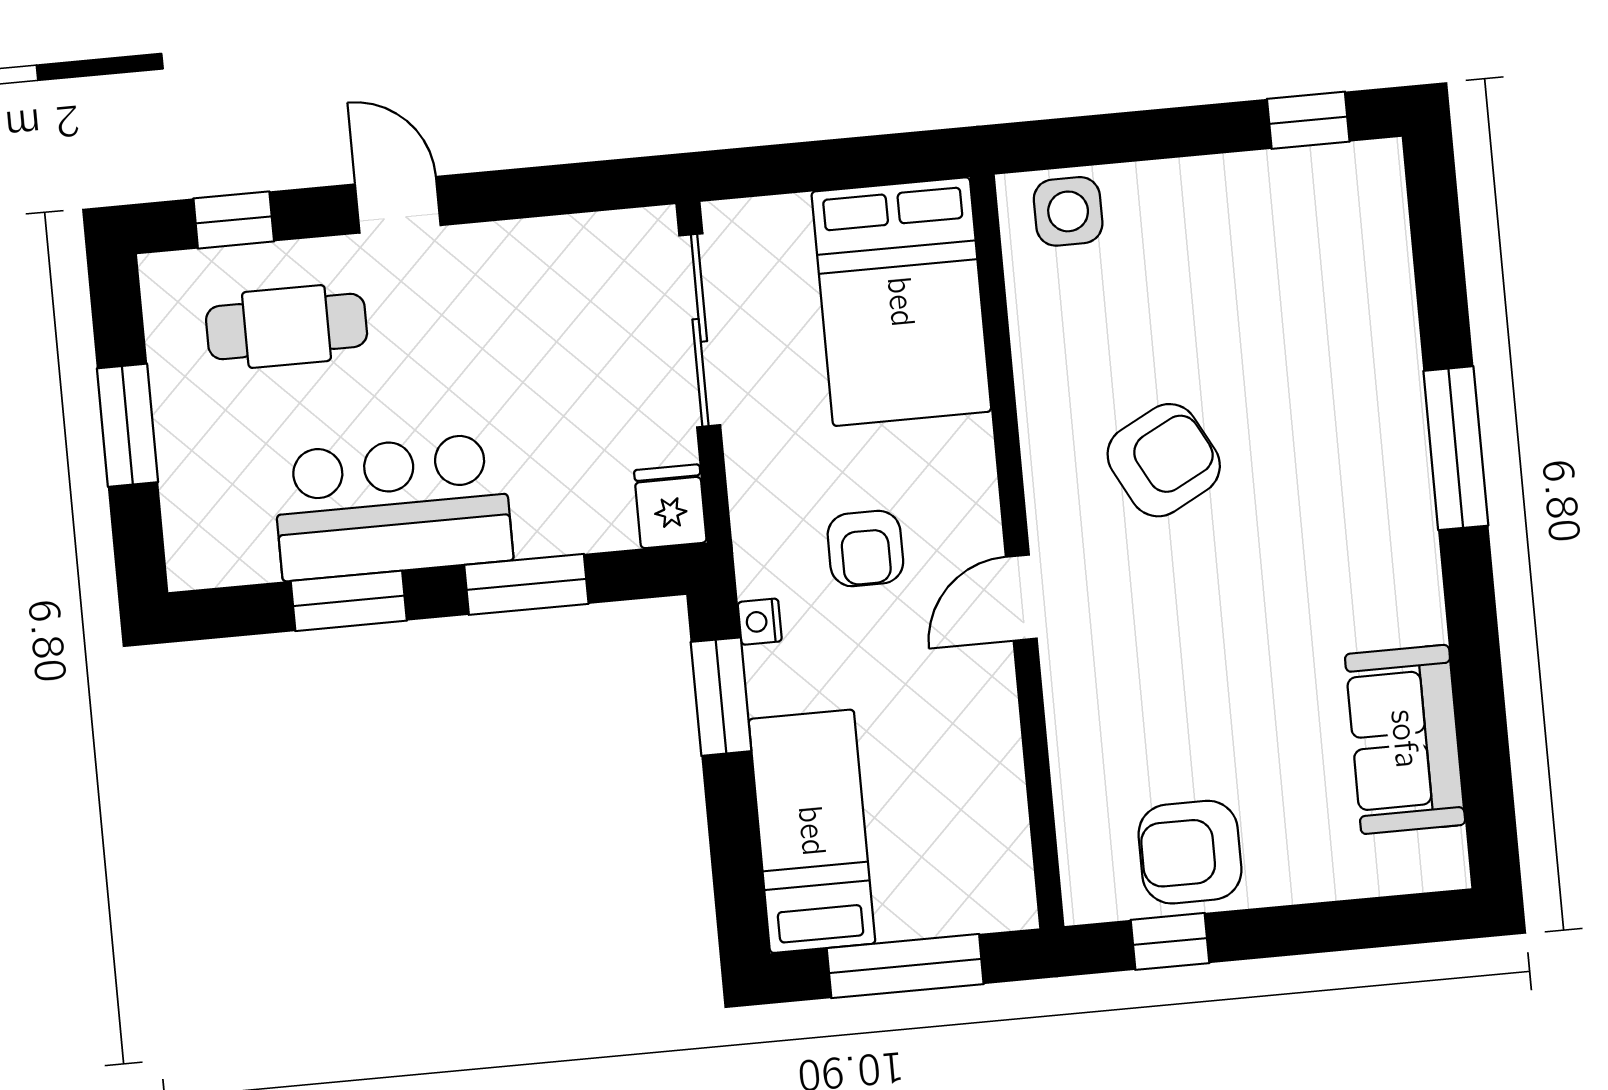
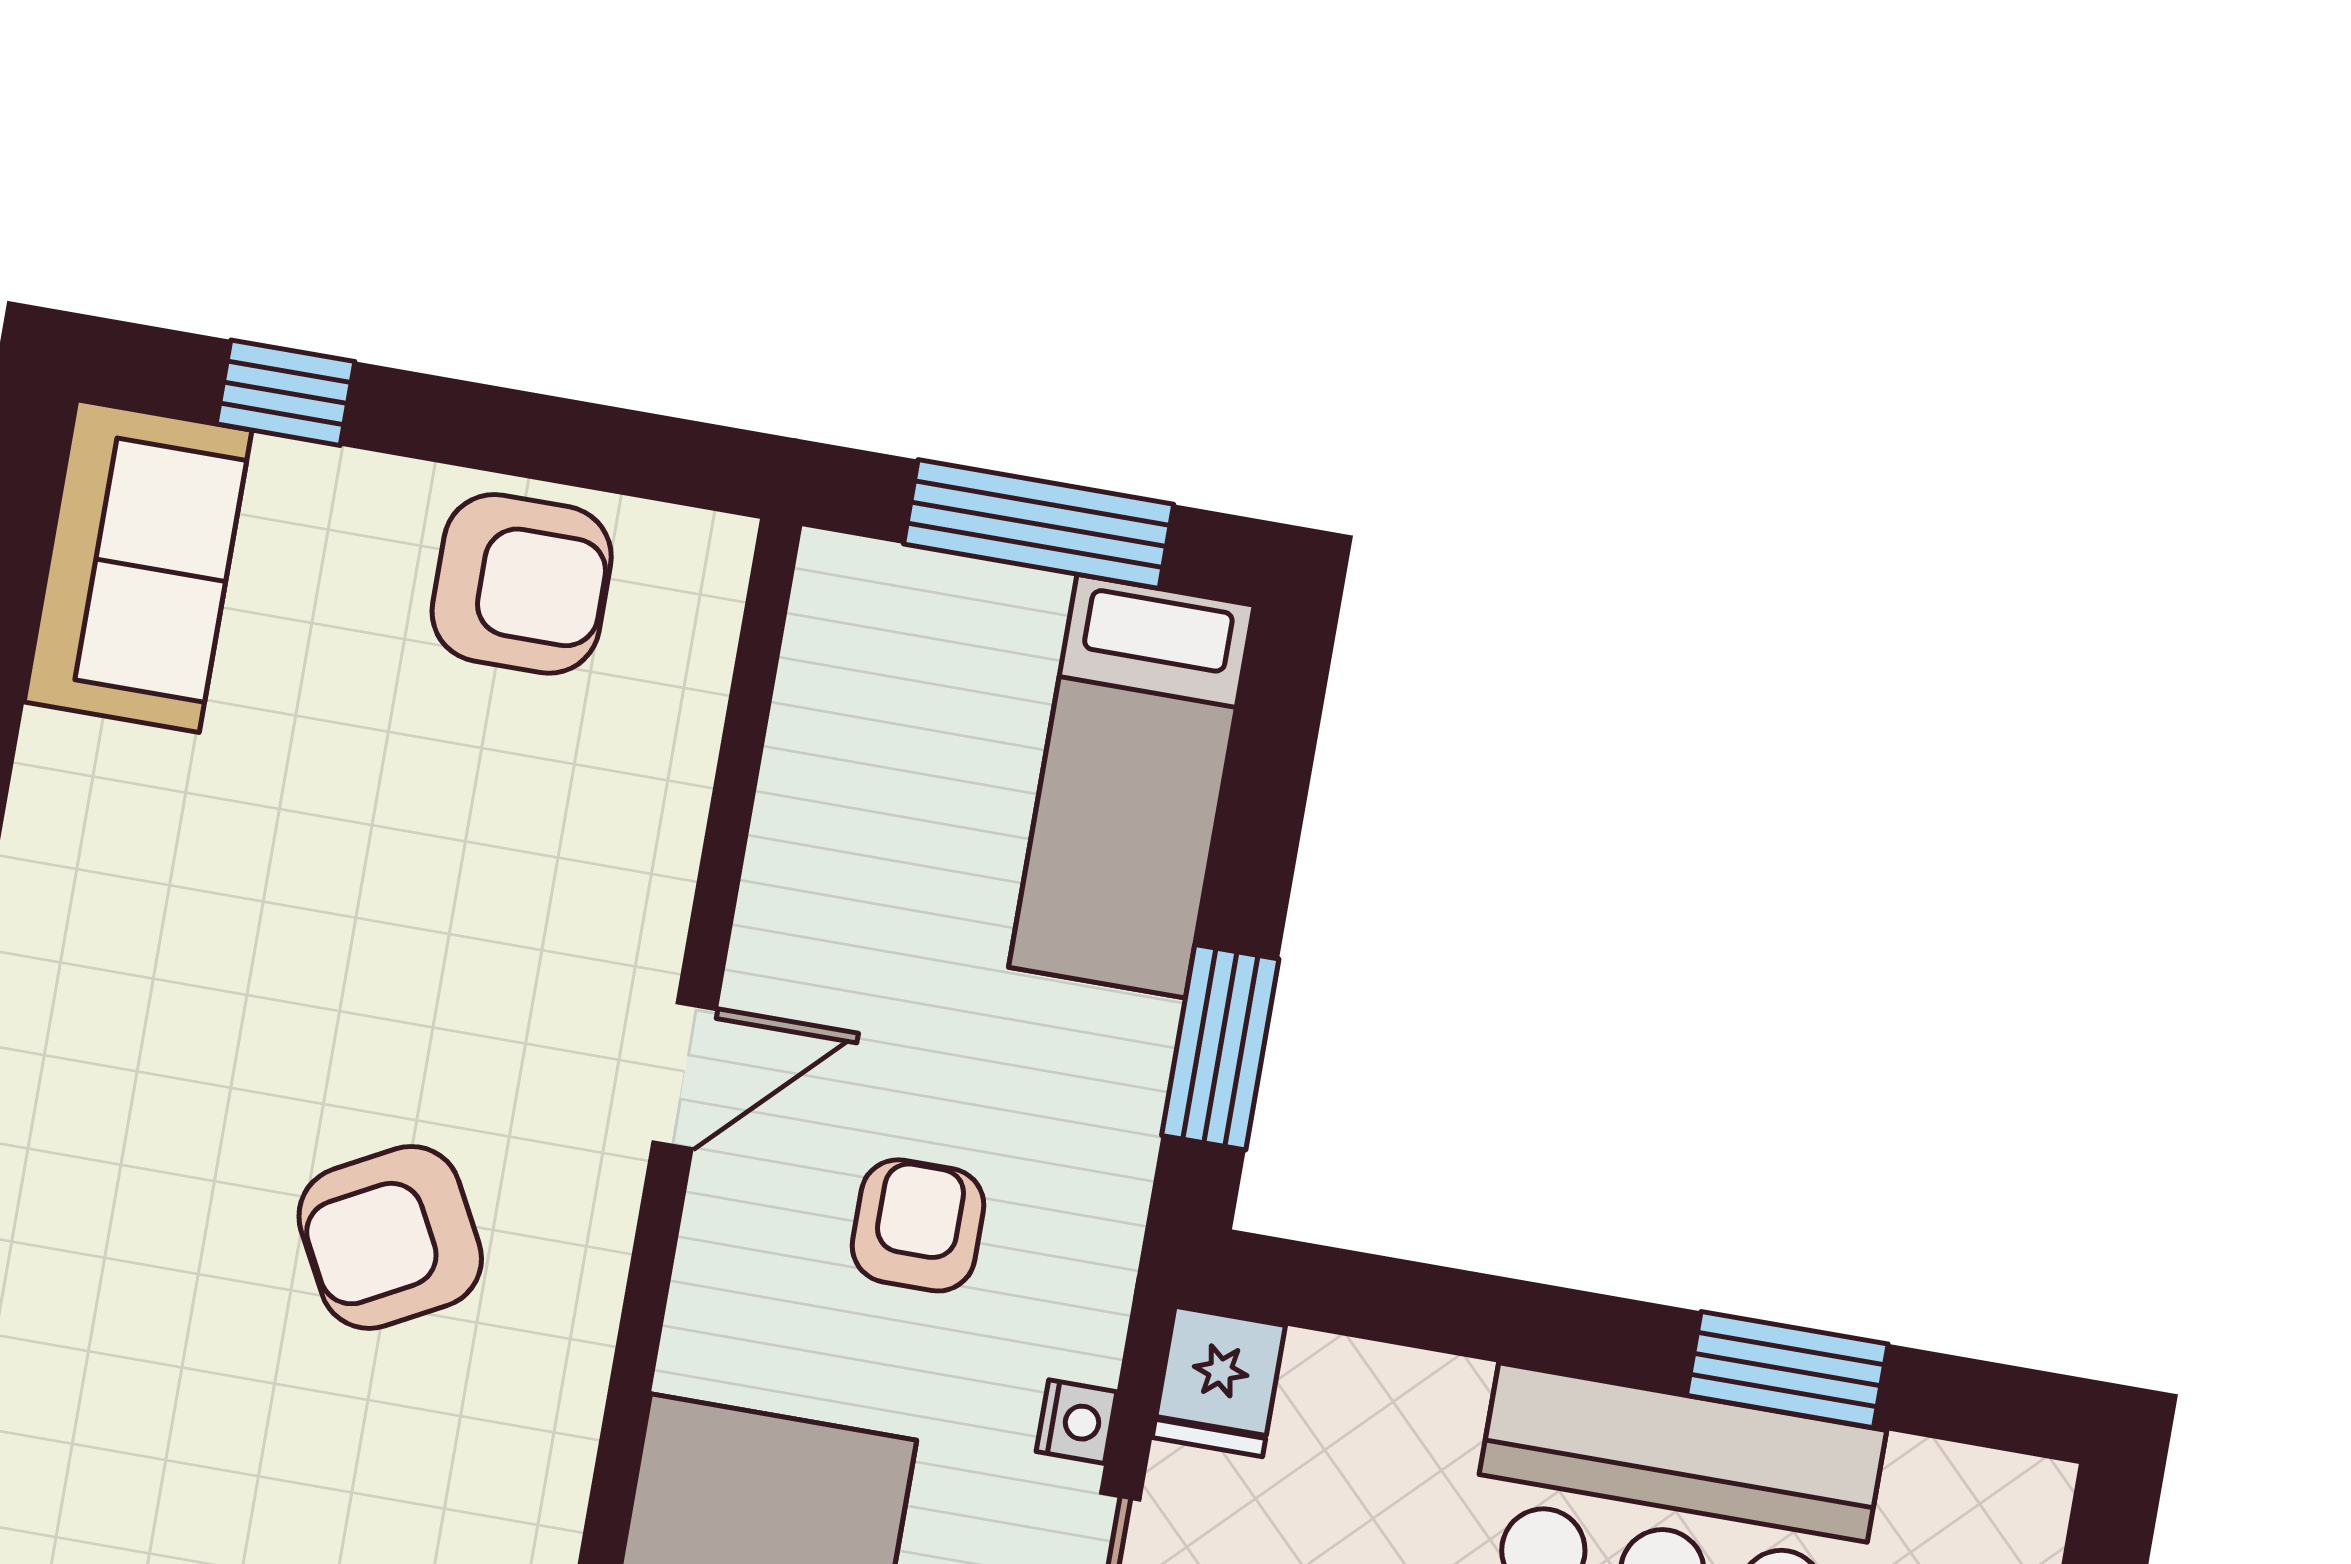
window: (526, 584) -> (1489, 1318), removed
nightstand: (760, 622) -> (1077, 1422), moved
sofa: (1405, 739) -> (138, 566), moved
window: (1170, 941) -> (285, 393), moved

